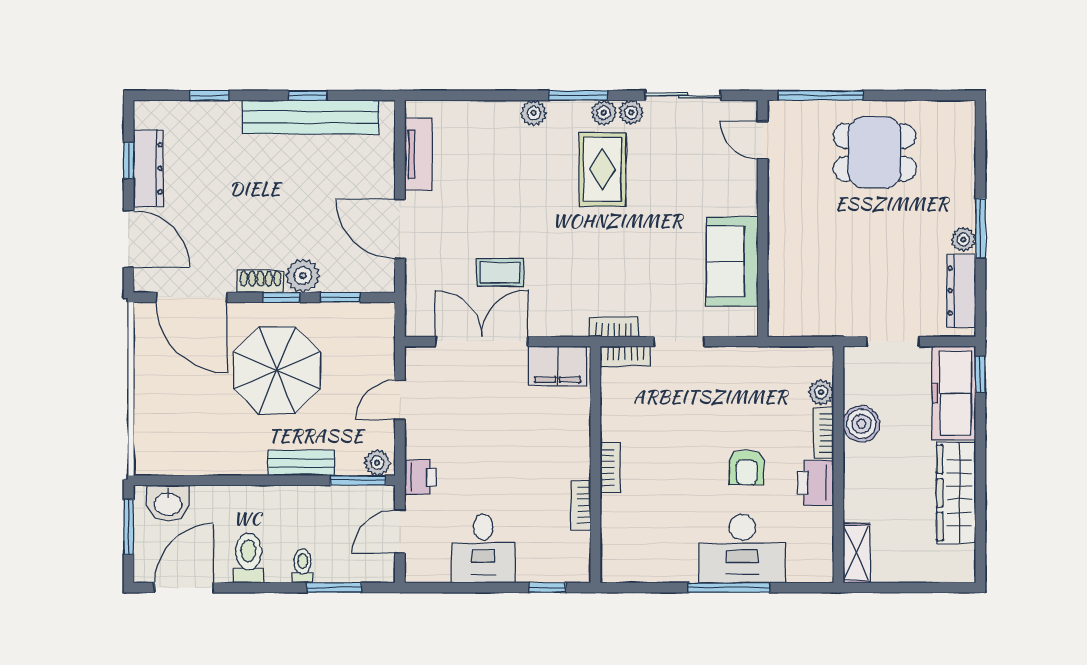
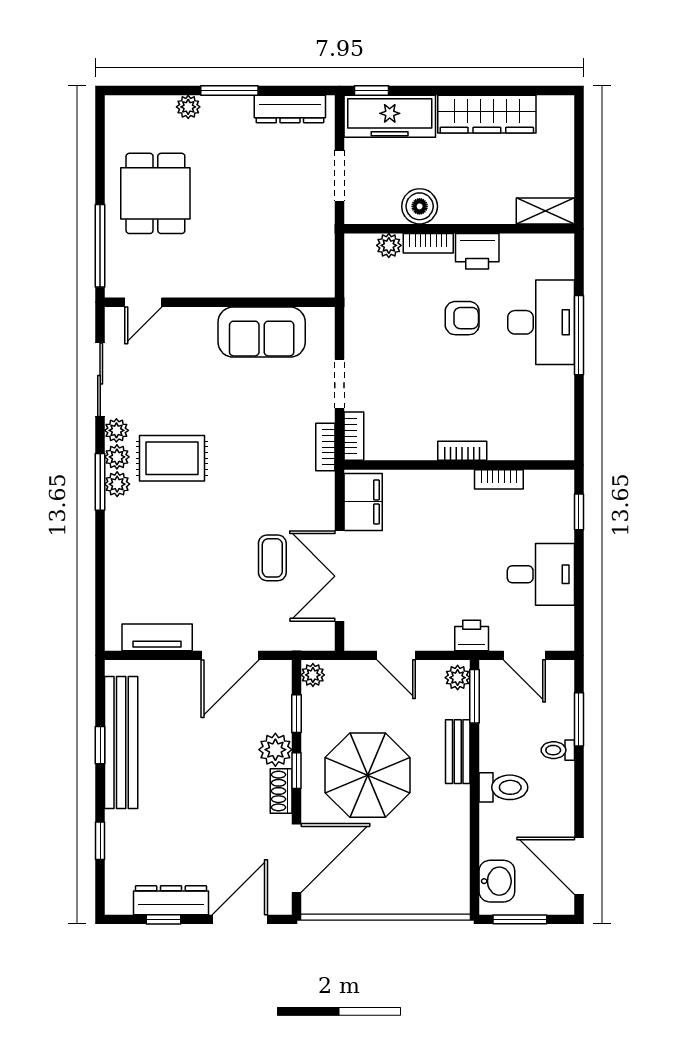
plant: (534, 113) -> (117, 484), moved
plant: (963, 240) -> (188, 107), moved
plant: (380, 314) -> (313, 675), added
toilet: (249, 558) -> (503, 787), moved, turned 180

